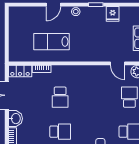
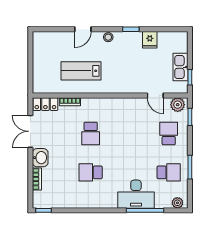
school desk: (60, 132) -> (91, 172), turned 180

